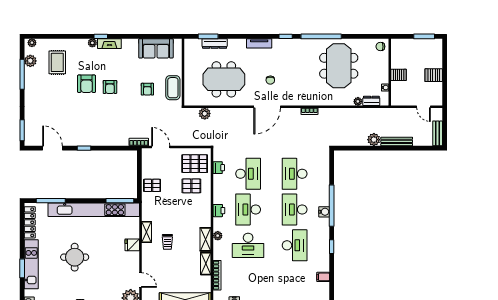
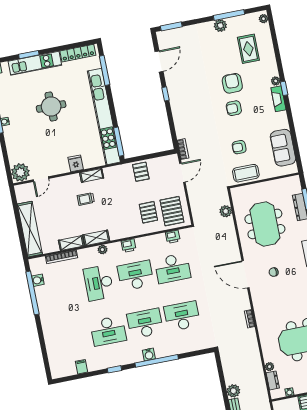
plant: (30, 61) -> (220, 26), moved
rug: (57, 62) -> (248, 49), turned 90
armchair: (87, 84) -> (232, 83), turned 90

